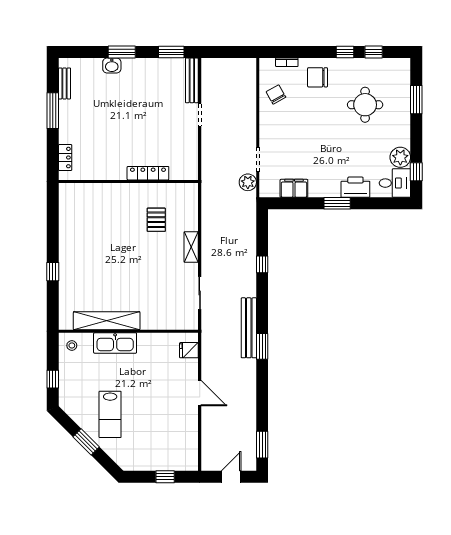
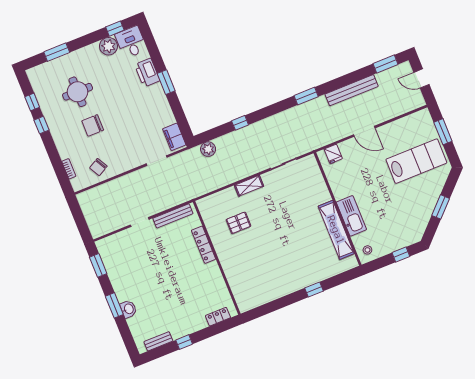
chair: (318, 77) -> (93, 125), moved, turned 90
bench: (192, 80) -> (173, 216), moved
window: (53, 111) -> (184, 342), width x0.46
plant: (248, 182) -> (208, 149), moved
filing cabinet: (294, 188) -> (174, 137), moved
bench: (249, 328) -> (352, 90), moved
door: (200, 393) -> (364, 131), swing flipped
lab bench: (110, 414) -> (416, 161), moved, width x1.36, depth x1.39
window: (165, 477) -> (443, 132), width x1.50

